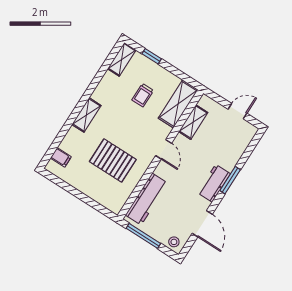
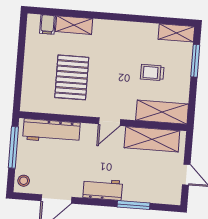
window: (152, 56) -> (195, 61), width x1.50
shelving: (86, 115) -> (74, 25), moved
shelving: (193, 122) -> (152, 139), width x1.50, depth x1.33
window: (230, 180) -> (133, 205), moved

